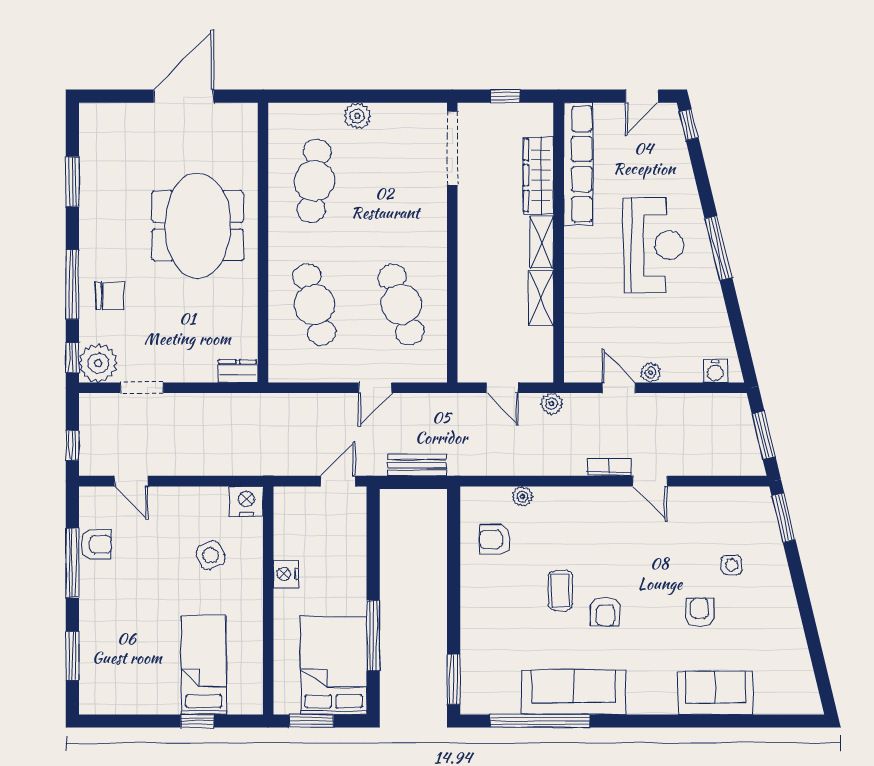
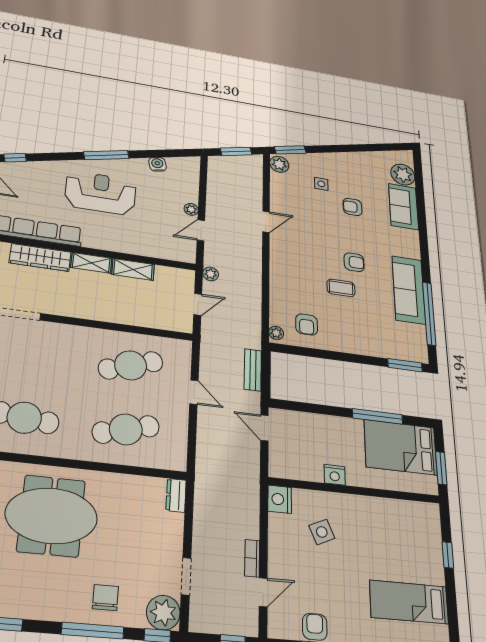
water cooler: (715, 371) -> (157, 164), moved, turned -104
bookcase: (609, 467) -> (252, 558), moved
plant: (522, 496) -> (276, 333), moved
plant: (754, 501) -> (279, 164), added
bed: (204, 665) -> (409, 602), moved
plant: (774, 695) -> (403, 175), added

